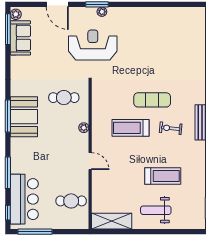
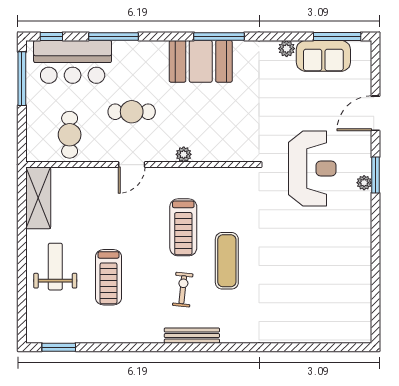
plant: (16, 14) -> (287, 49), moved
cafe table: (64, 98) -> (132, 112), moved, turned 90
window: (8, 116) -> (219, 36), moved
treadmill: (131, 128) -> (183, 227), turned 180

